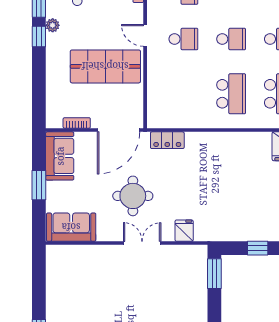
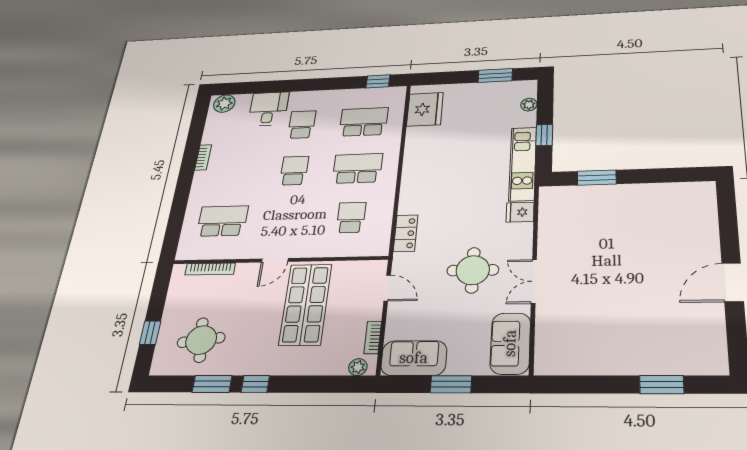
plant: (53, 25) -> (358, 367), moved
school desk: (183, 39) -> (351, 217), moved
door: (119, 130) -> (387, 288), width x0.53
kitchen unit: (230, 231) -> (523, 164), added
double door: (142, 243) -> (534, 281), moved
window: (214, 274) -> (597, 178), moved

